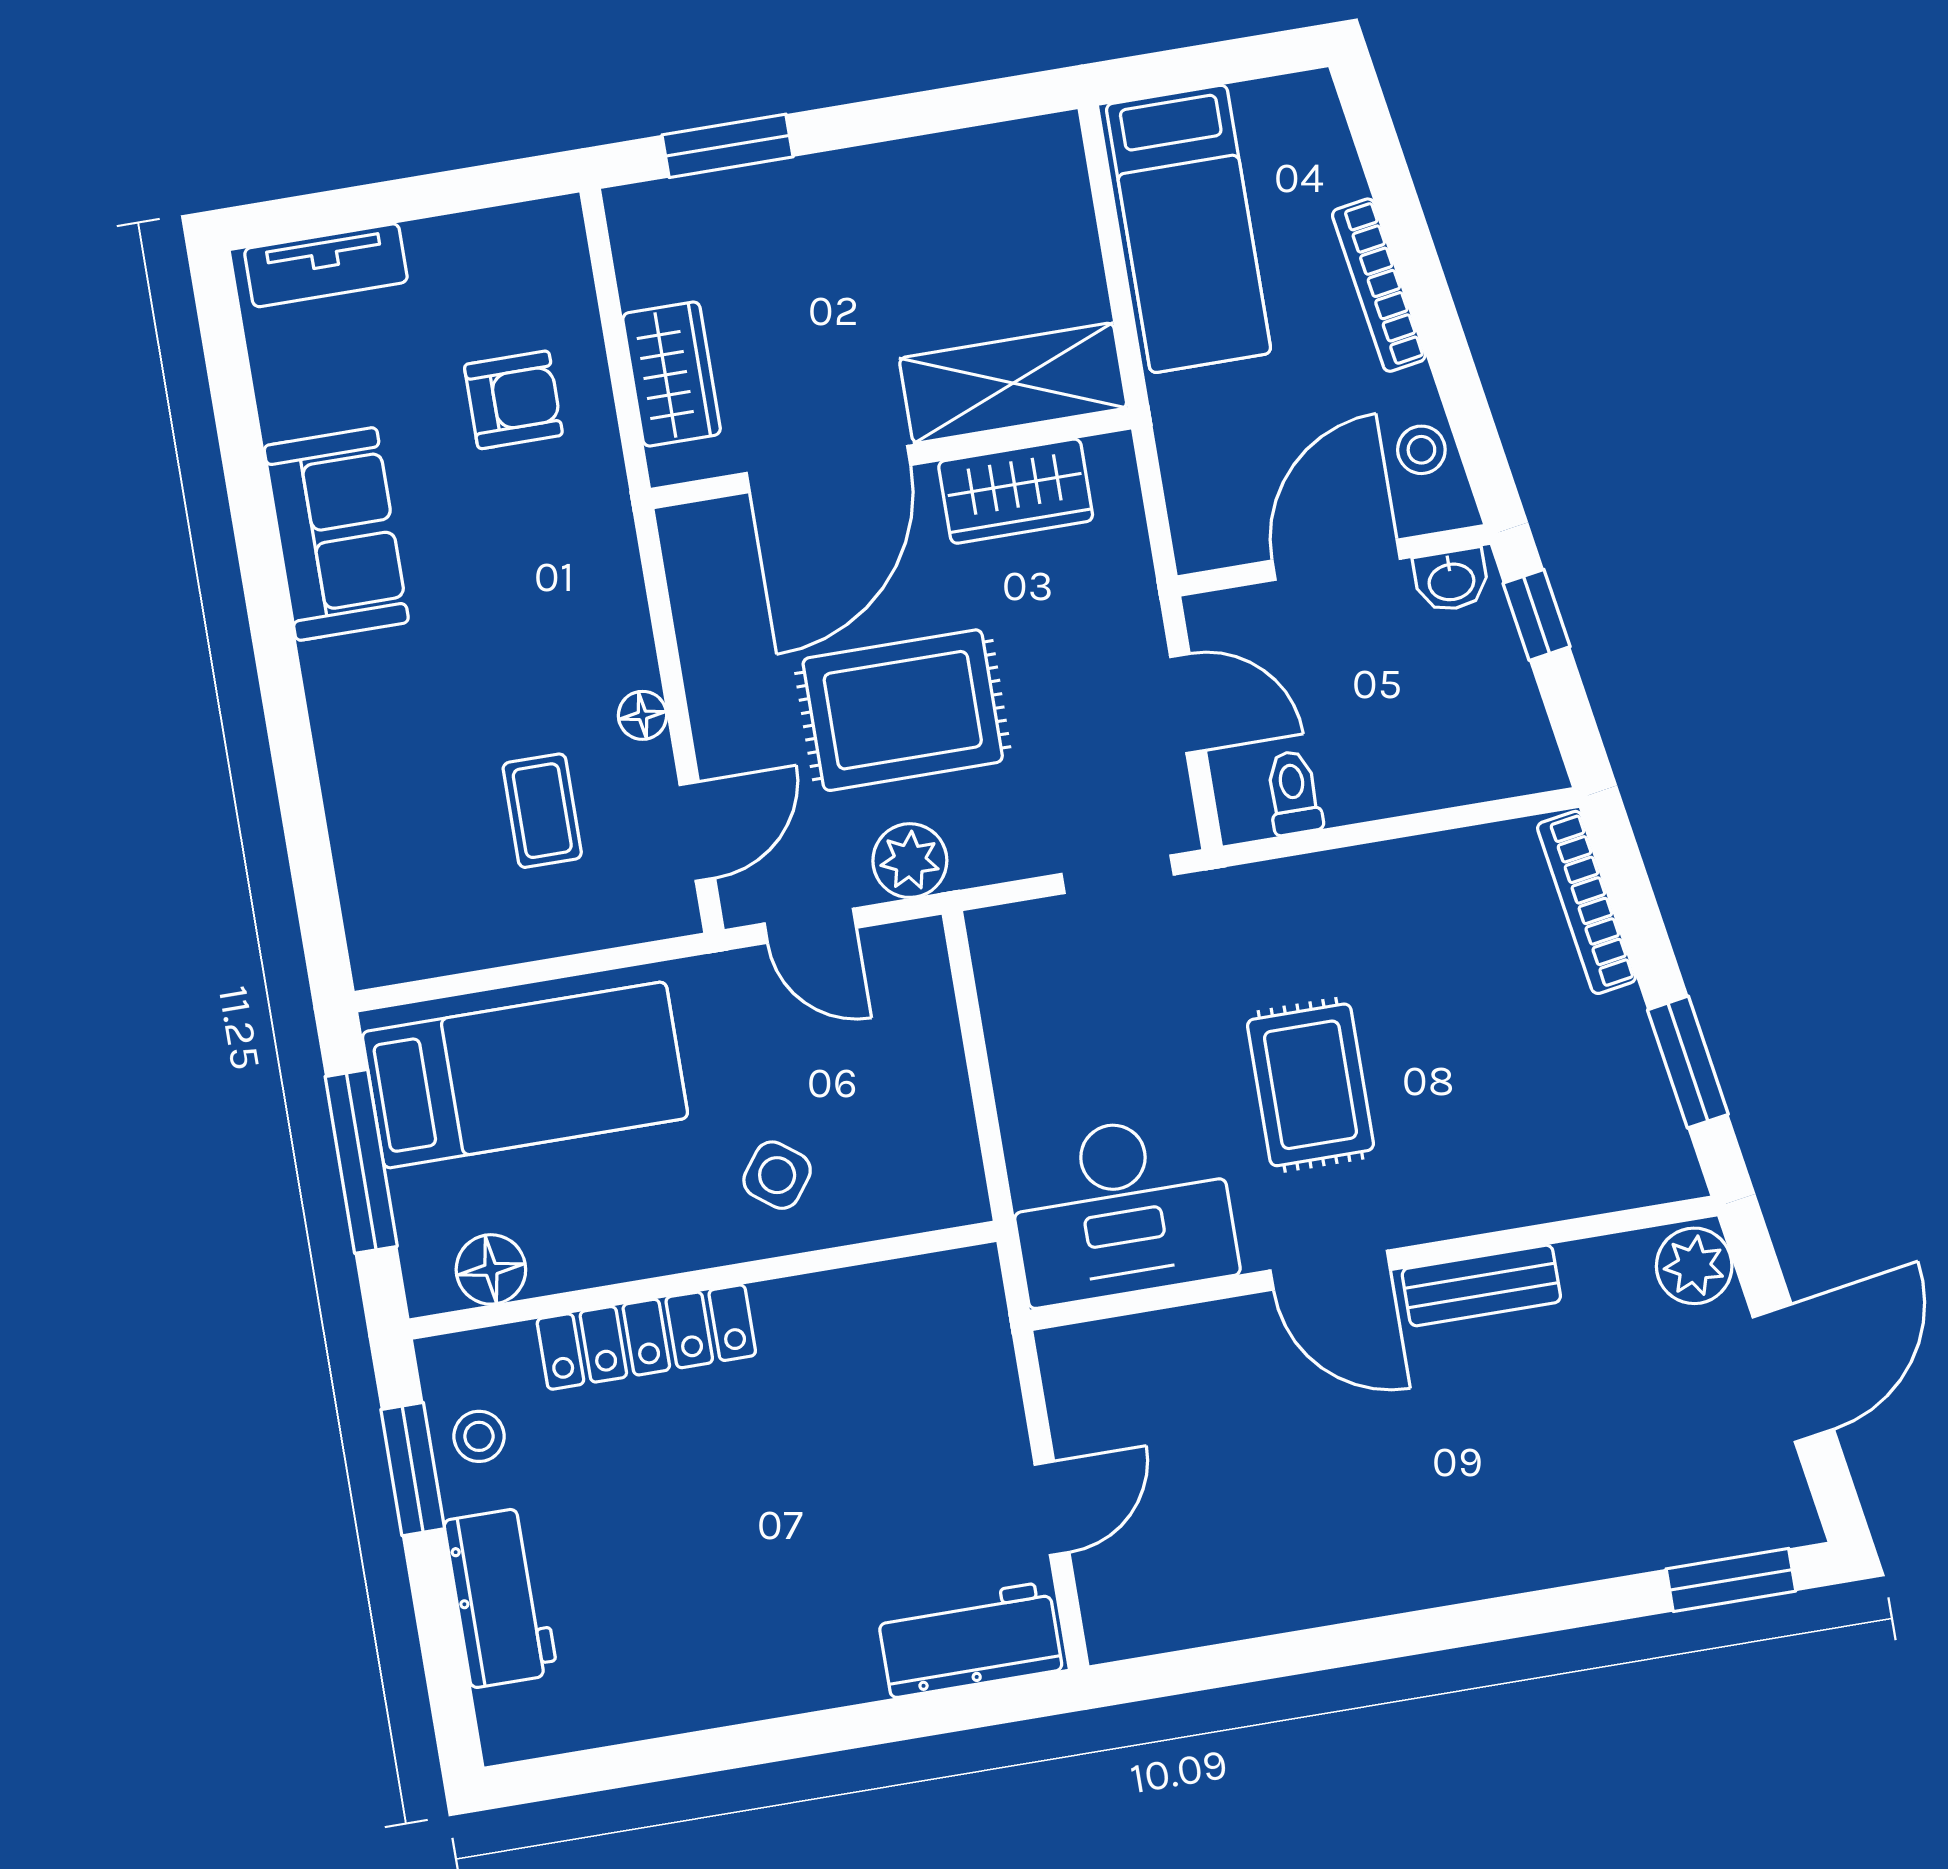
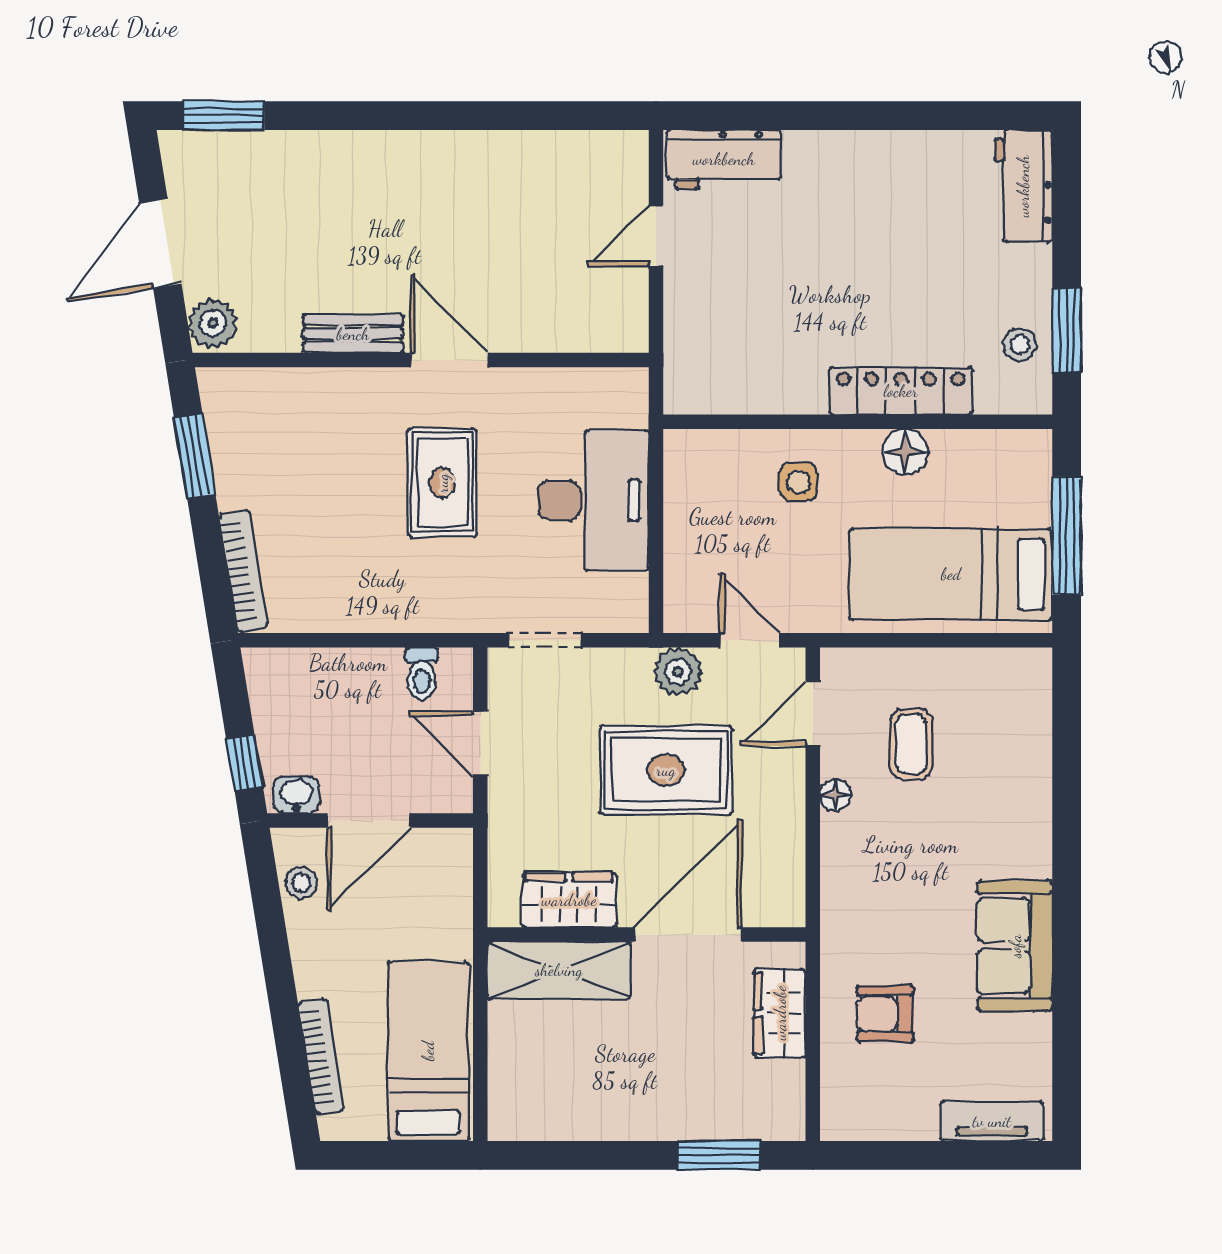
bookcase: (1379, 285) -> (321, 1056), moved
side table: (777, 1175) -> (798, 482), turned -37
desk: (1122, 1209) -> (593, 500), moved, turned 90
floor lamp: (491, 1269) -> (905, 452), moved
workbench: (501, 1597) -> (1023, 186), moved

